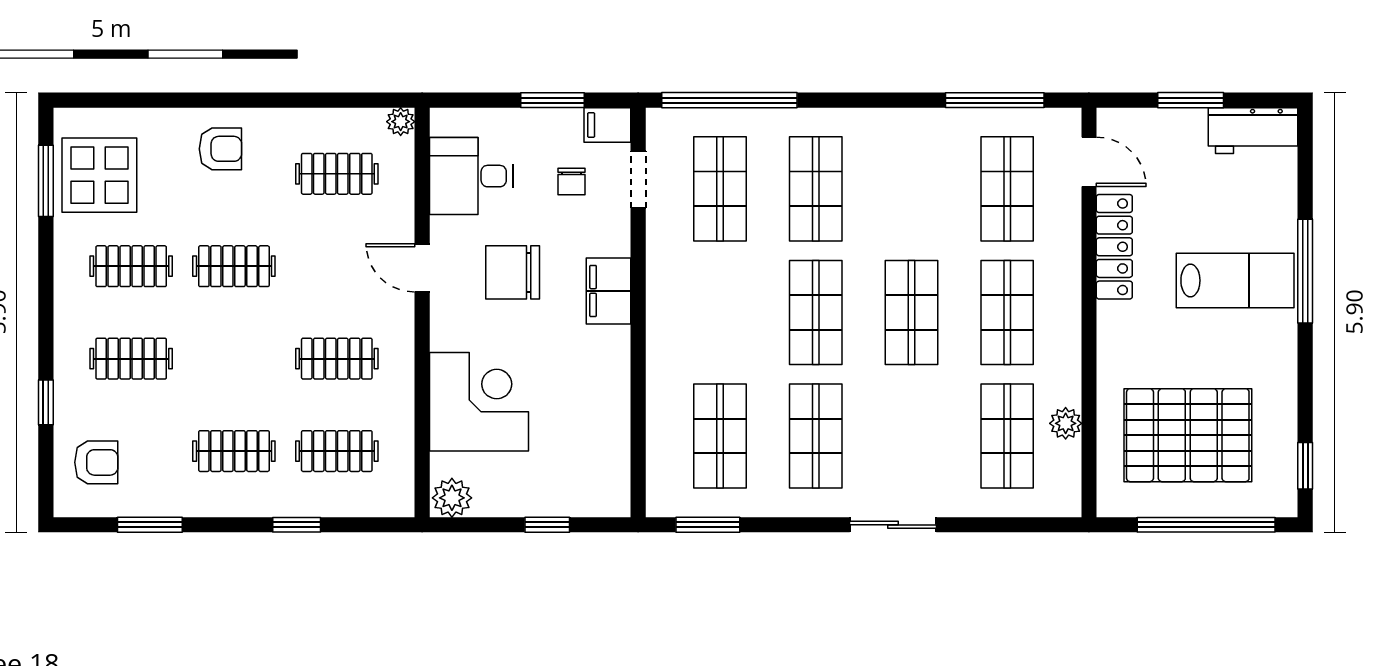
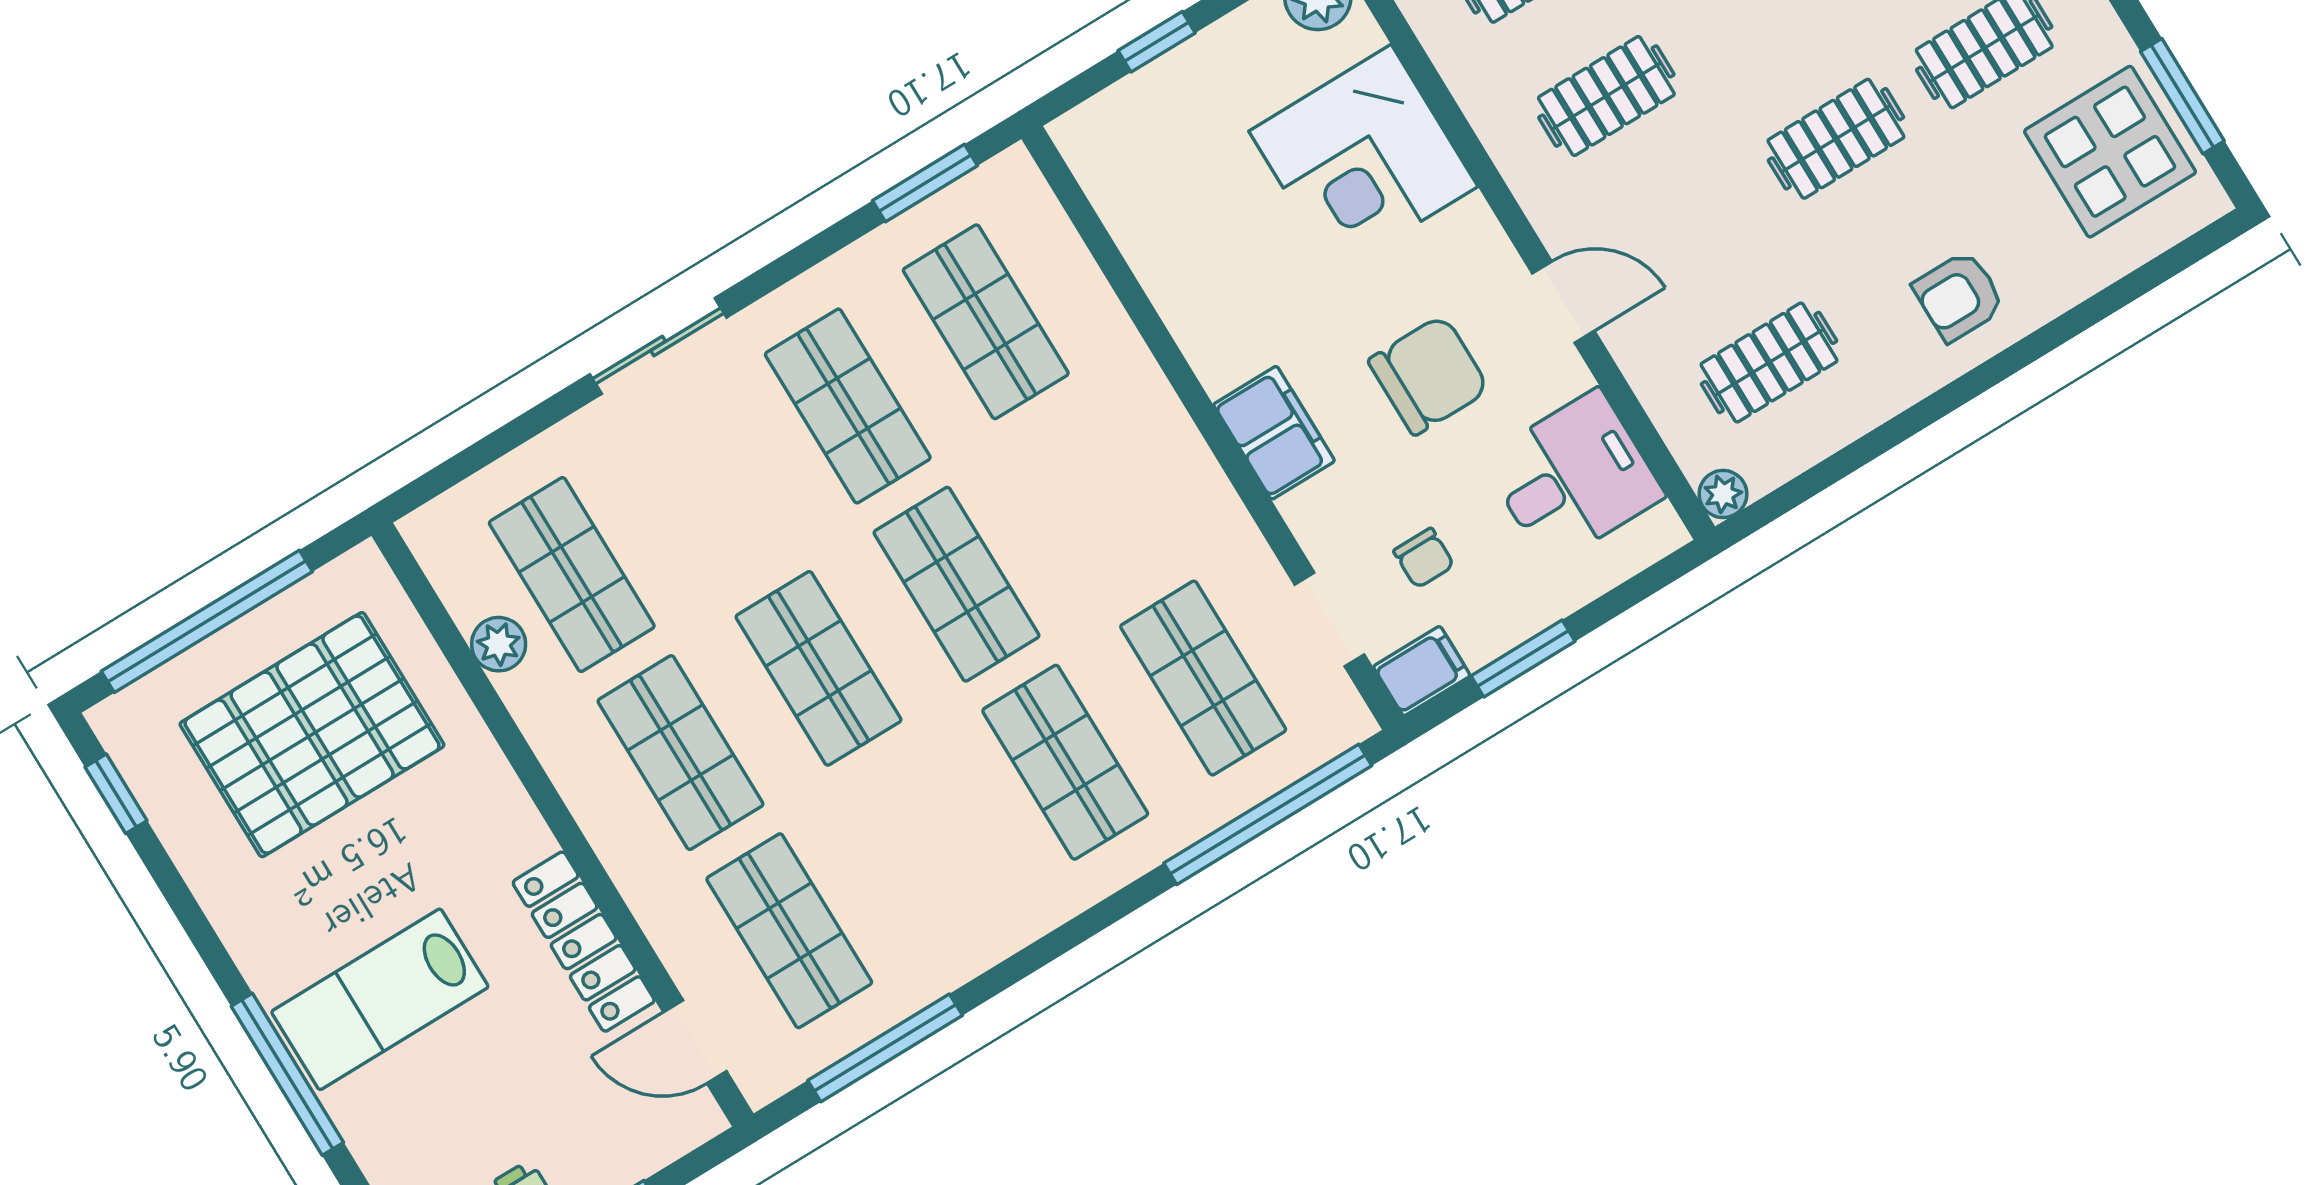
chair: (572, 181) -> (1424, 558), turned 180

